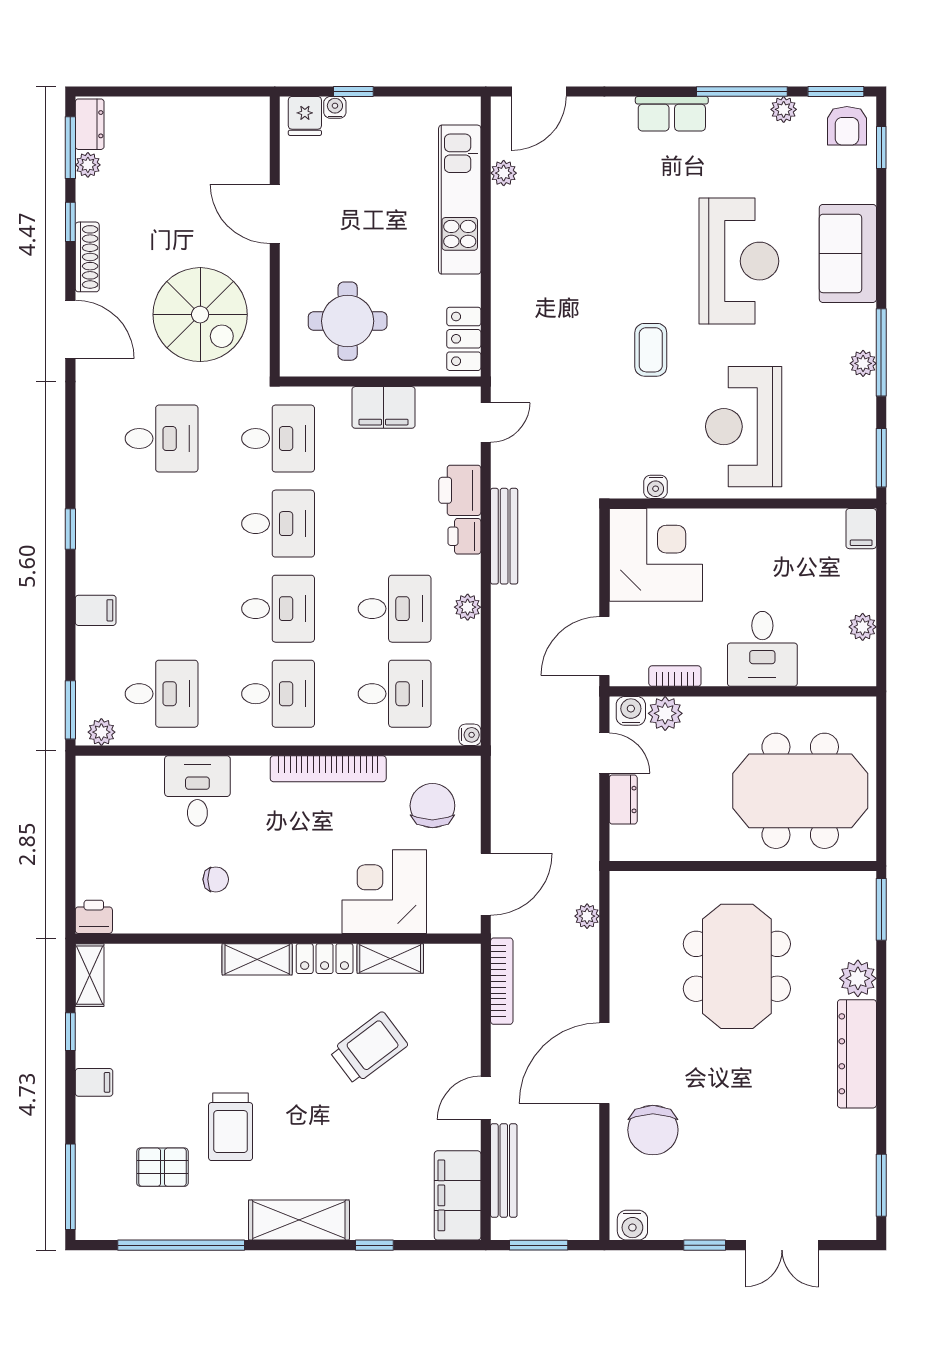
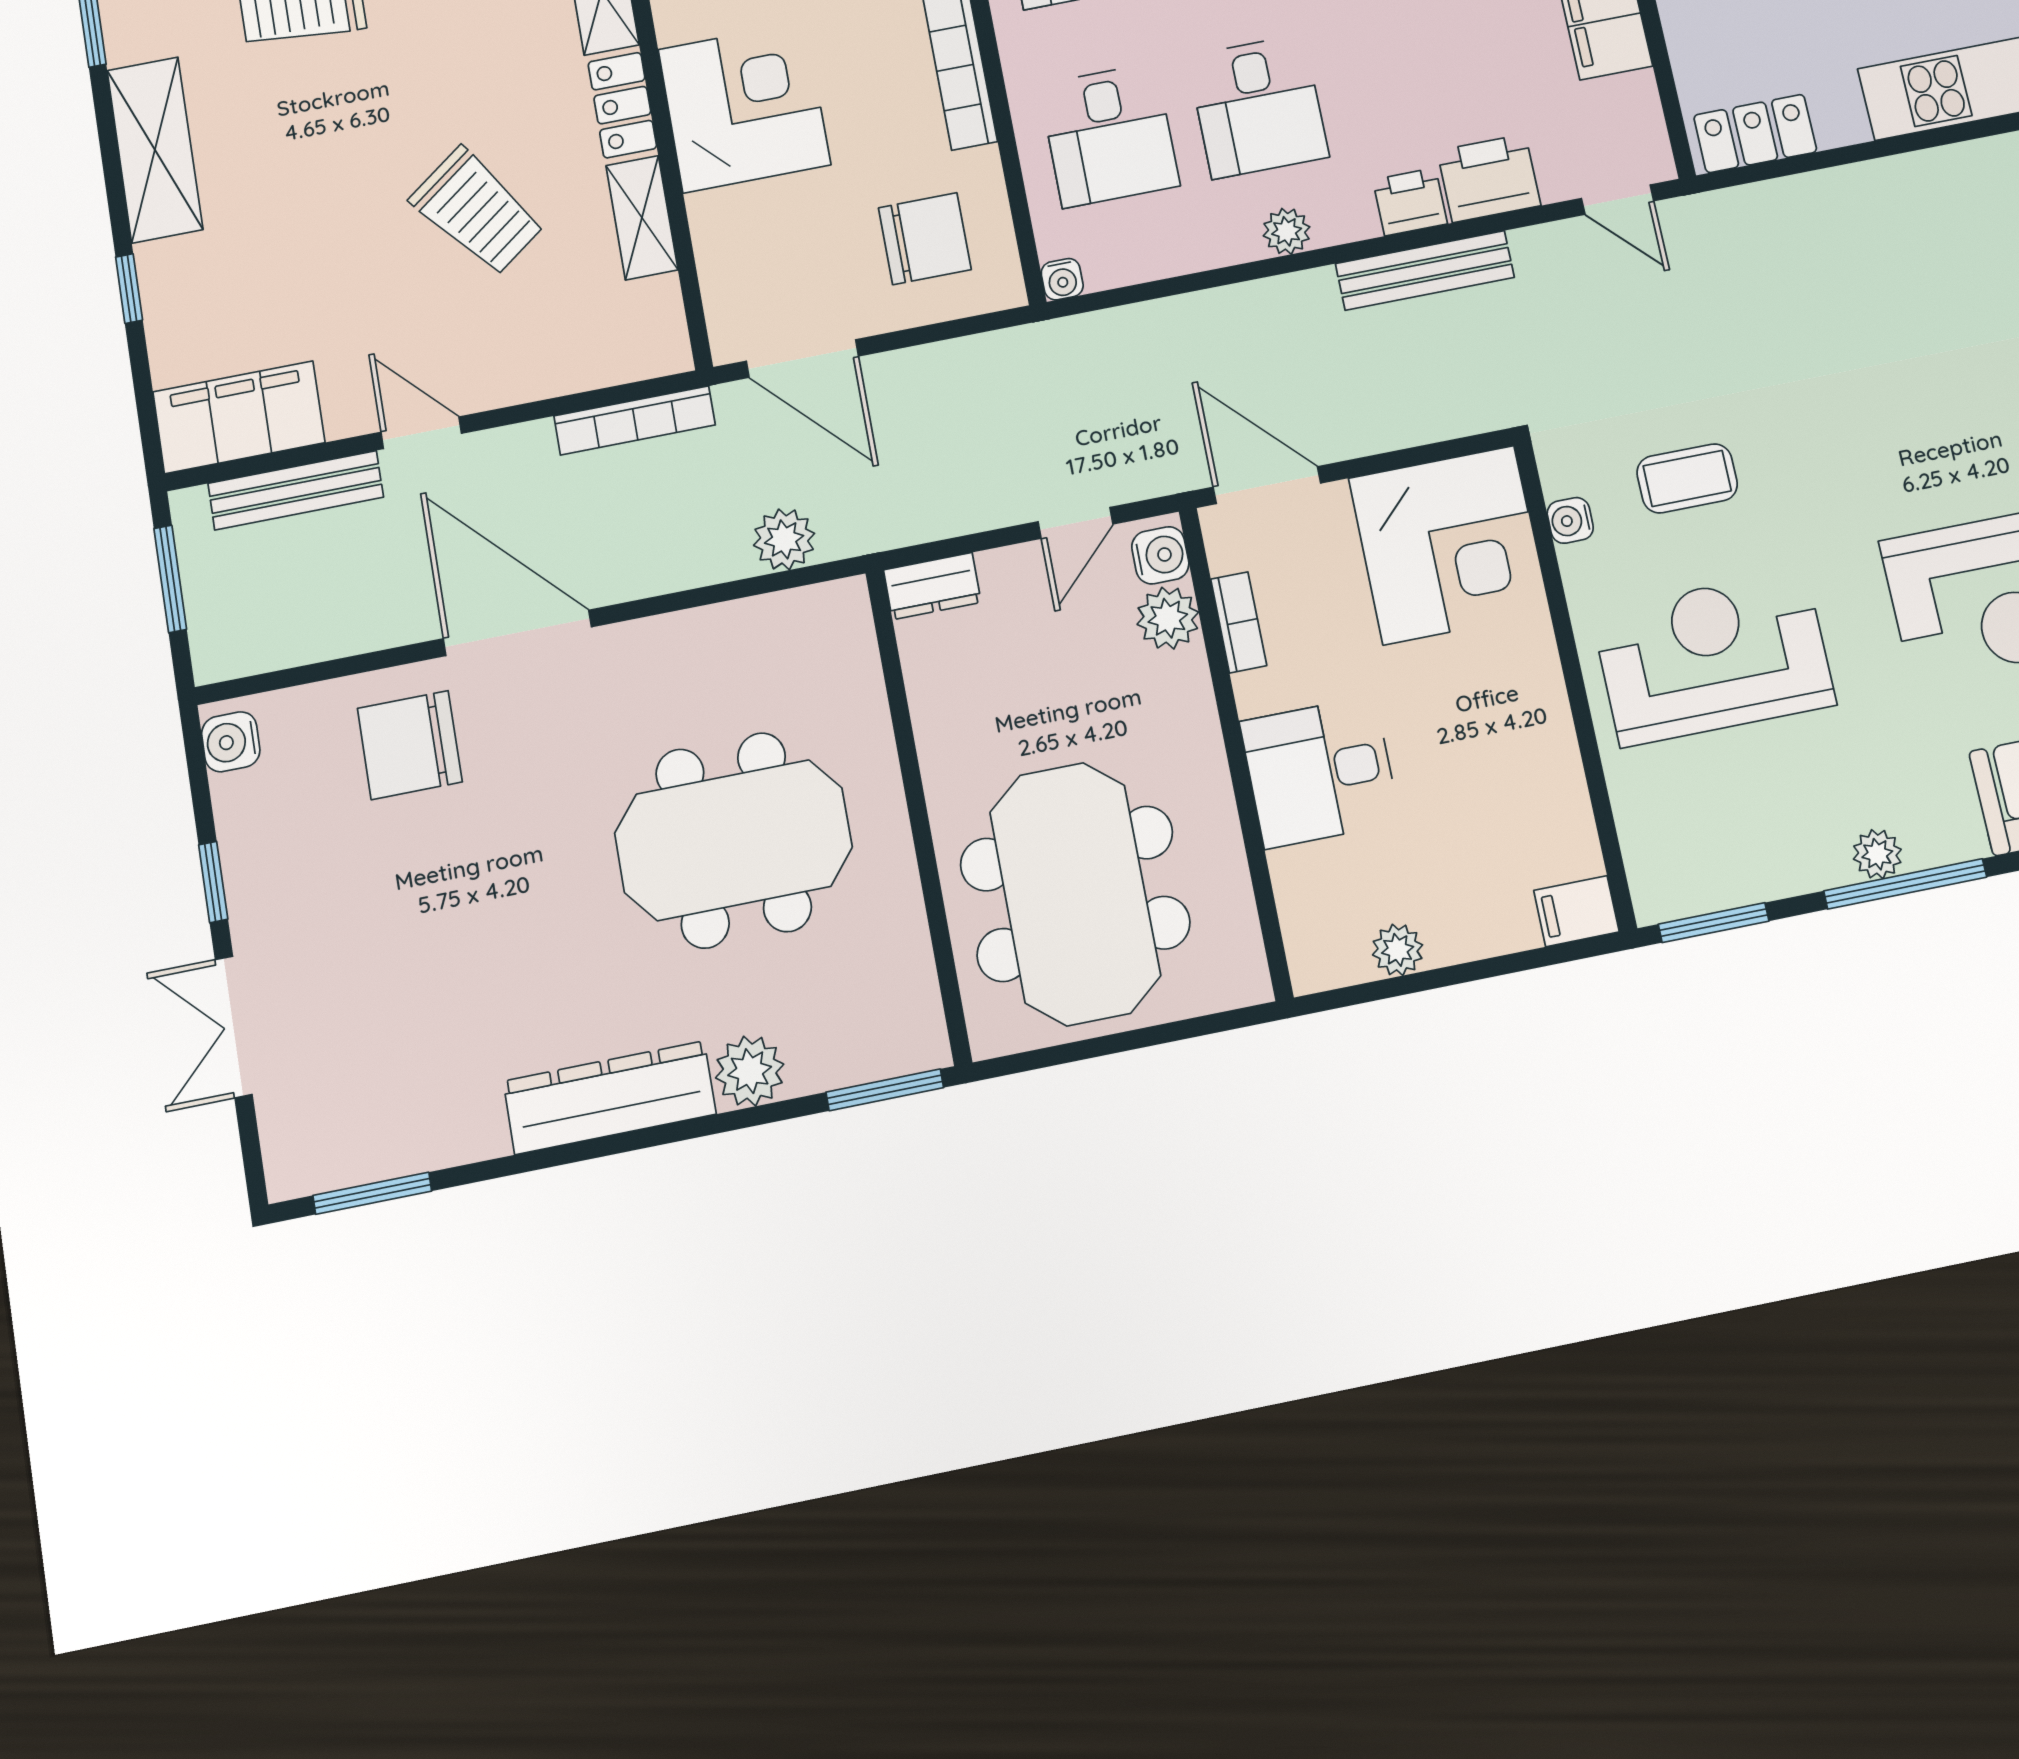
coffee table: (651, 350) -> (1687, 478), moved
dresser: (623, 800) -> (932, 586), moved
corner desk: (384, 892) -> (744, 107), moved
plant: (587, 916) -> (784, 539), width x1.38, depth x1.38

